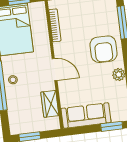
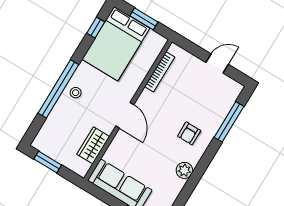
armchair: (103, 49) -> (189, 133), width x0.53, depth x0.53

